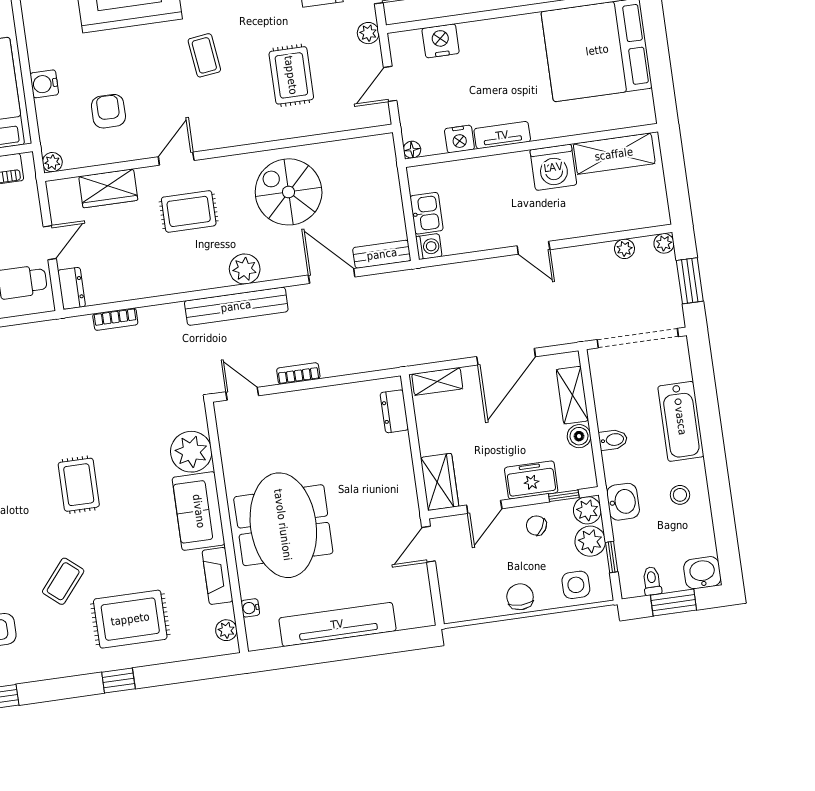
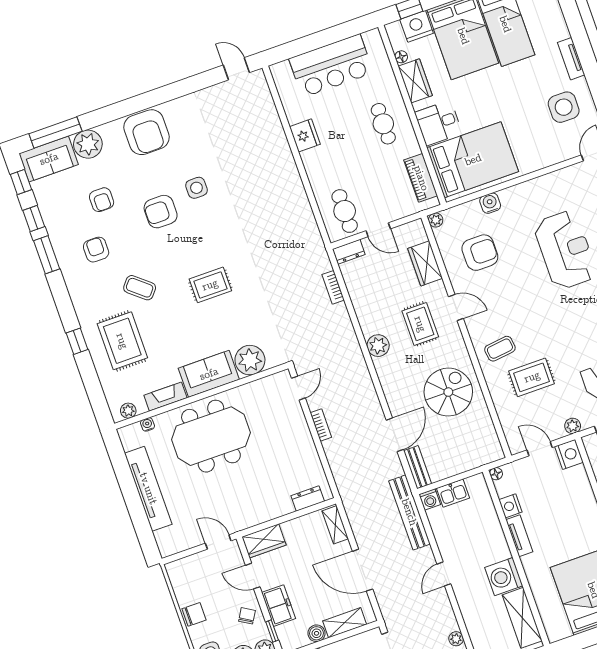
nightstand: (441, 41) -> (569, 454), moved
coffee table: (204, 55) -> (500, 349), moved
armchair: (108, 111) -> (480, 253), width x1.38, depth x1.38
plant: (245, 269) -> (378, 346), moved
bench: (236, 306) -> (409, 512), moved

